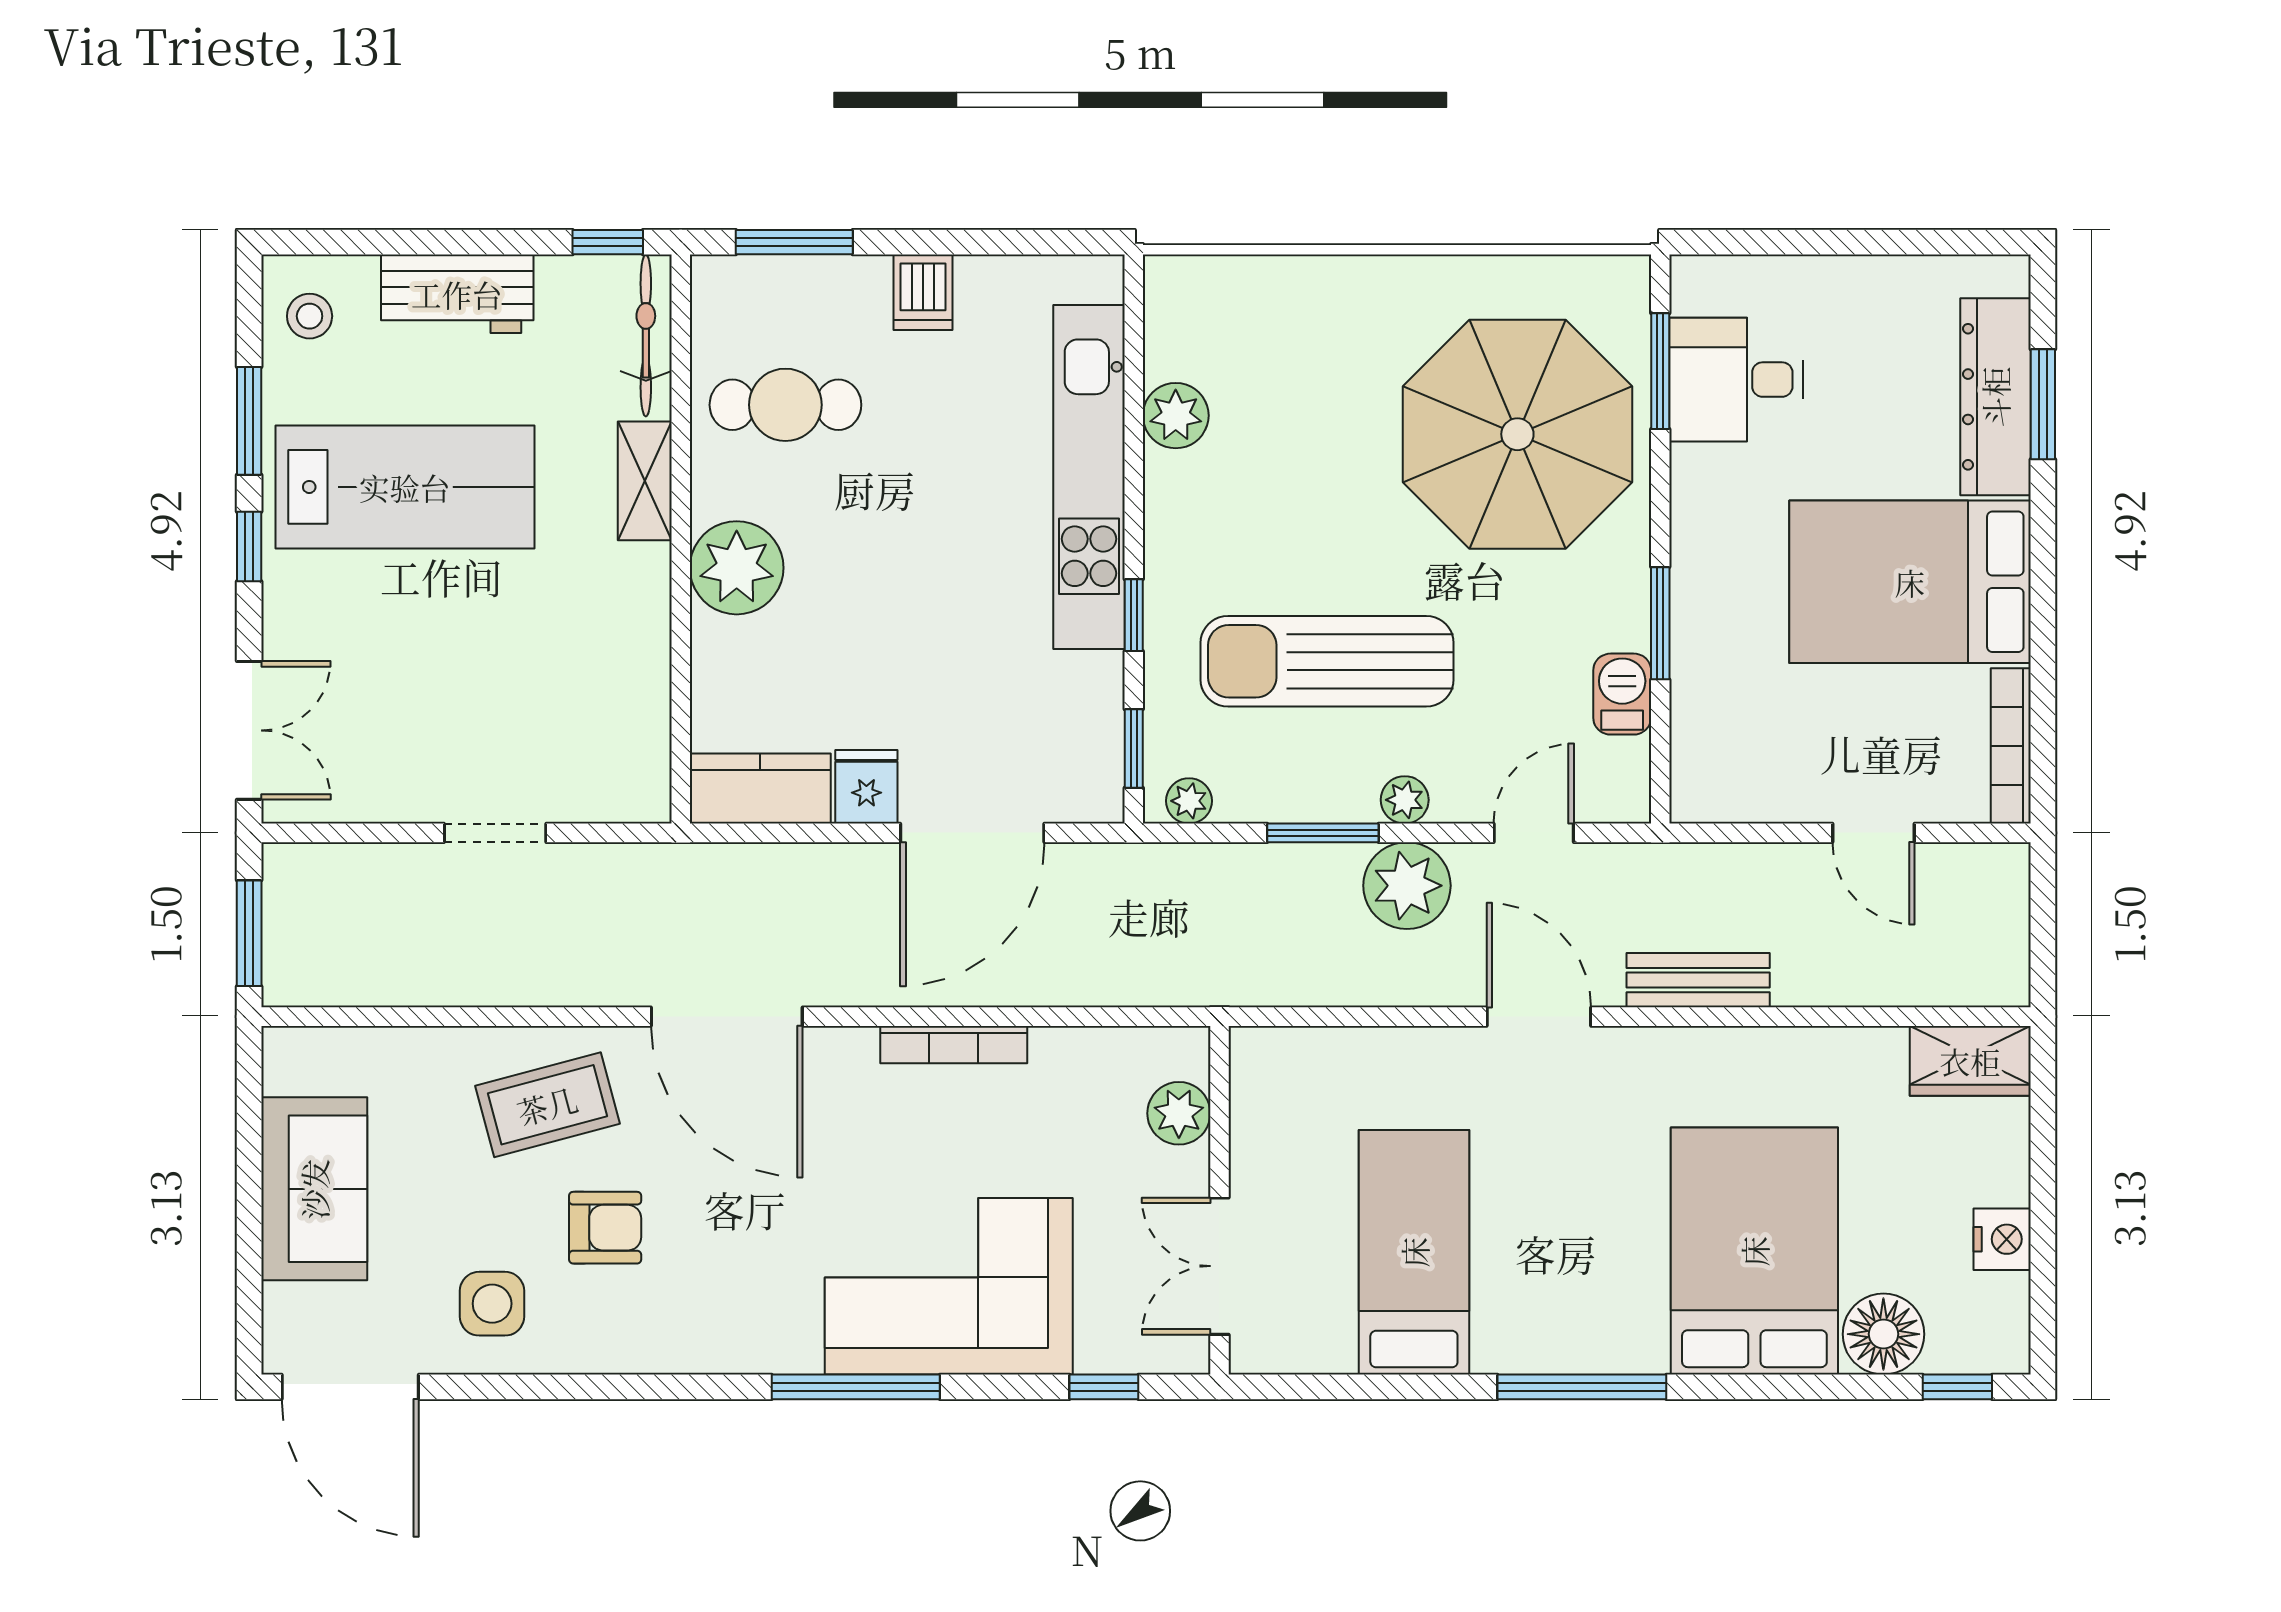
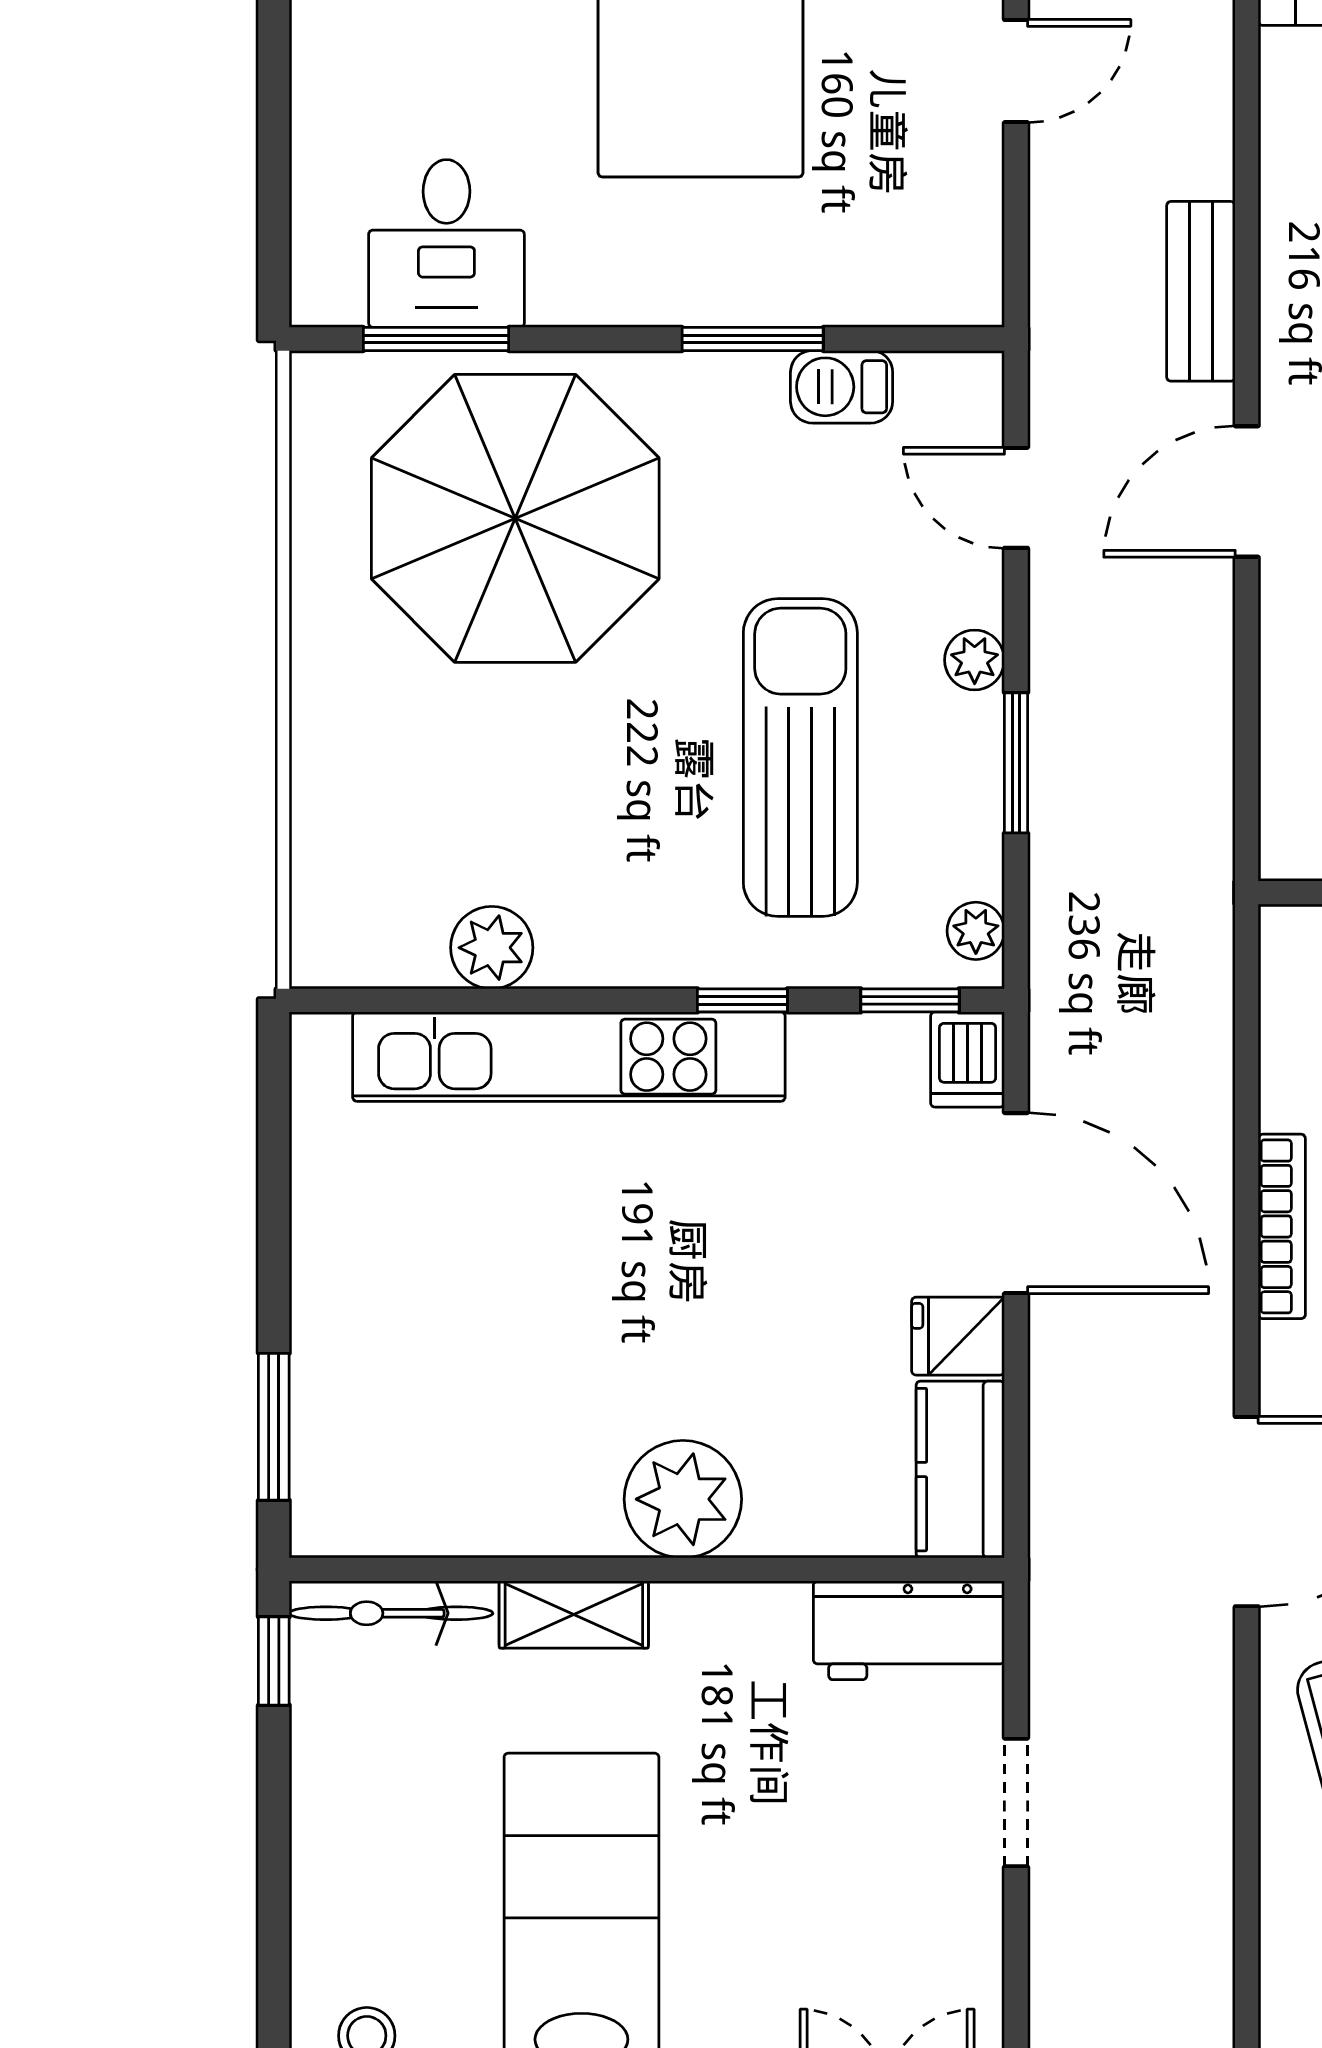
dishwasher: (923, 292) -> (968, 1059), moved, turned 90
workbench: (457, 294) -> (909, 1630), moved, turned 90
cafe table: (785, 405) -> (478, 1438), removed
sun lounger: (1327, 661) -> (800, 758), turned 180
plant: (1407, 886) -> (1082, 657), removed

